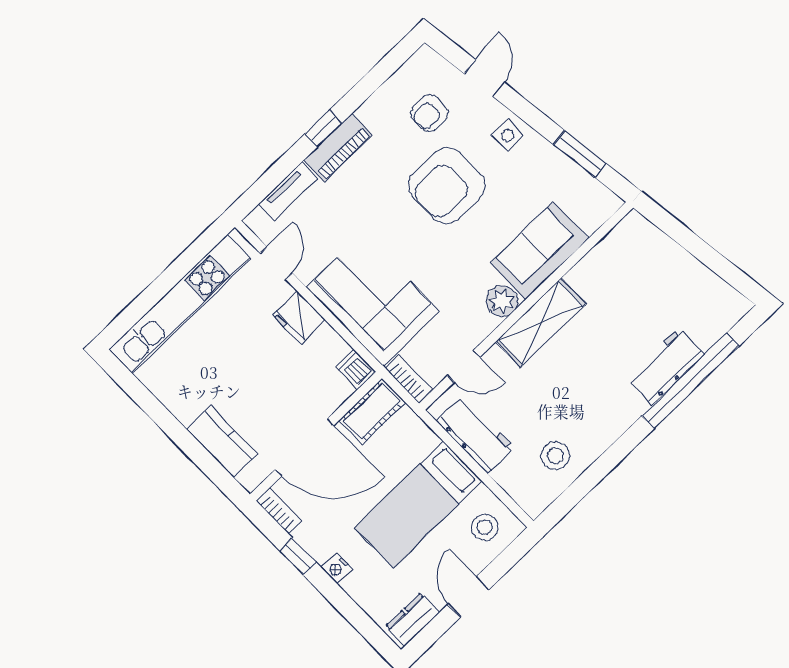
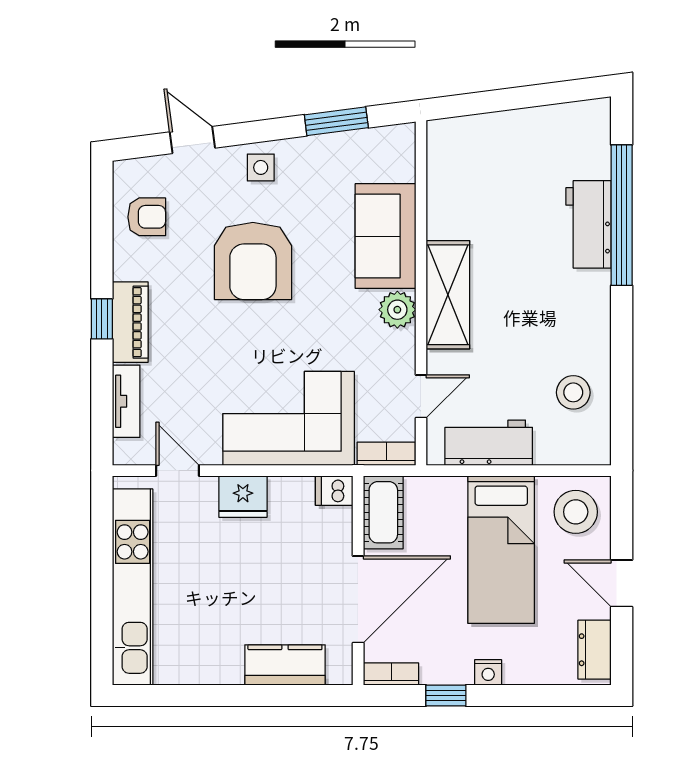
armchair: (429, 113) -> (147, 217), moved, turned -90
stool: (485, 527) -> (576, 512), width x1.38, depth x1.38

